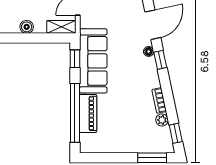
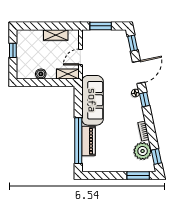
window: (75, 59) -> (78, 99), removed
plant: (162, 120) -> (143, 151), width x1.87, depth x1.87

